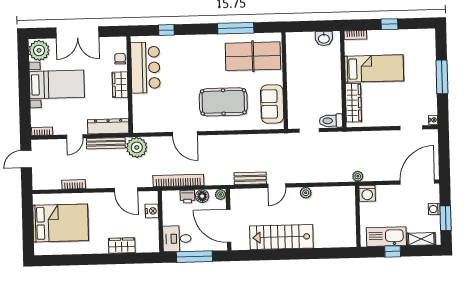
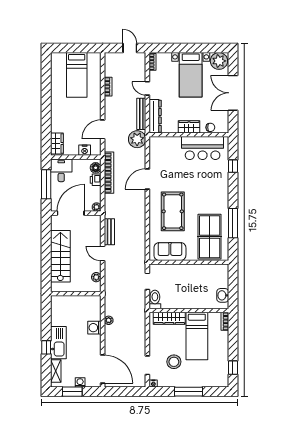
window: (389, 24) -> (233, 368), moved
stool: (406, 96) -> (174, 362), added
floor lamp: (202, 196) -> (96, 168), moved
wall: (358, 216) -> (76, 294), moved
bed: (61, 223) -> (77, 75), width x0.67
wardrobe: (122, 245) -> (57, 143), moved

